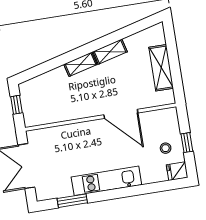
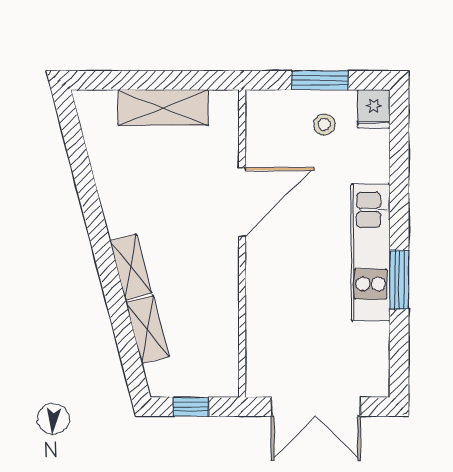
shelving: (110, 52) -> (147, 330), moved
window: (187, 143) -> (320, 80), width x1.50
window: (72, 201) -> (399, 280), moved

